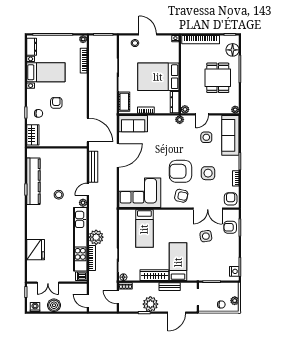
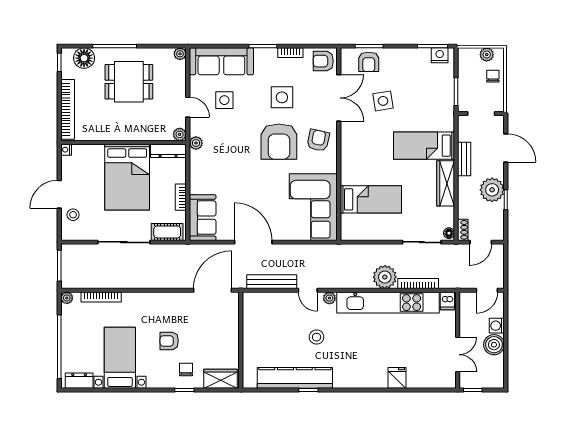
fridge: (36, 250) -> (397, 378), width x0.53, depth x0.75
washing machine: (35, 307) -> (497, 326), moved

